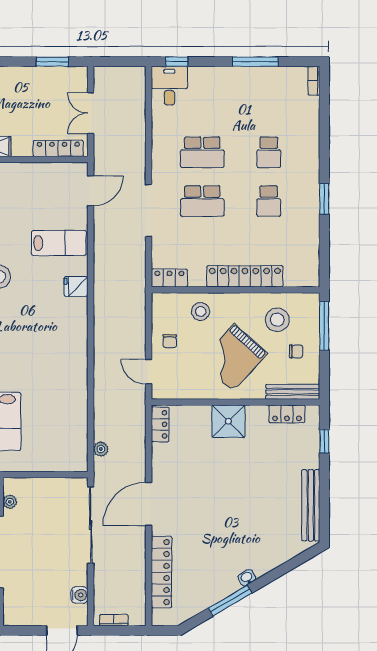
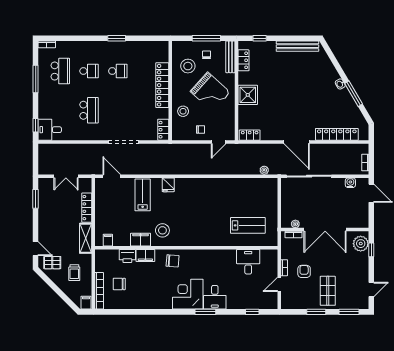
locker: (58, 148) -> (87, 208), moved
school desk: (202, 201) -> (60, 71), moved
window: (324, 326) -> (206, 38), moved

